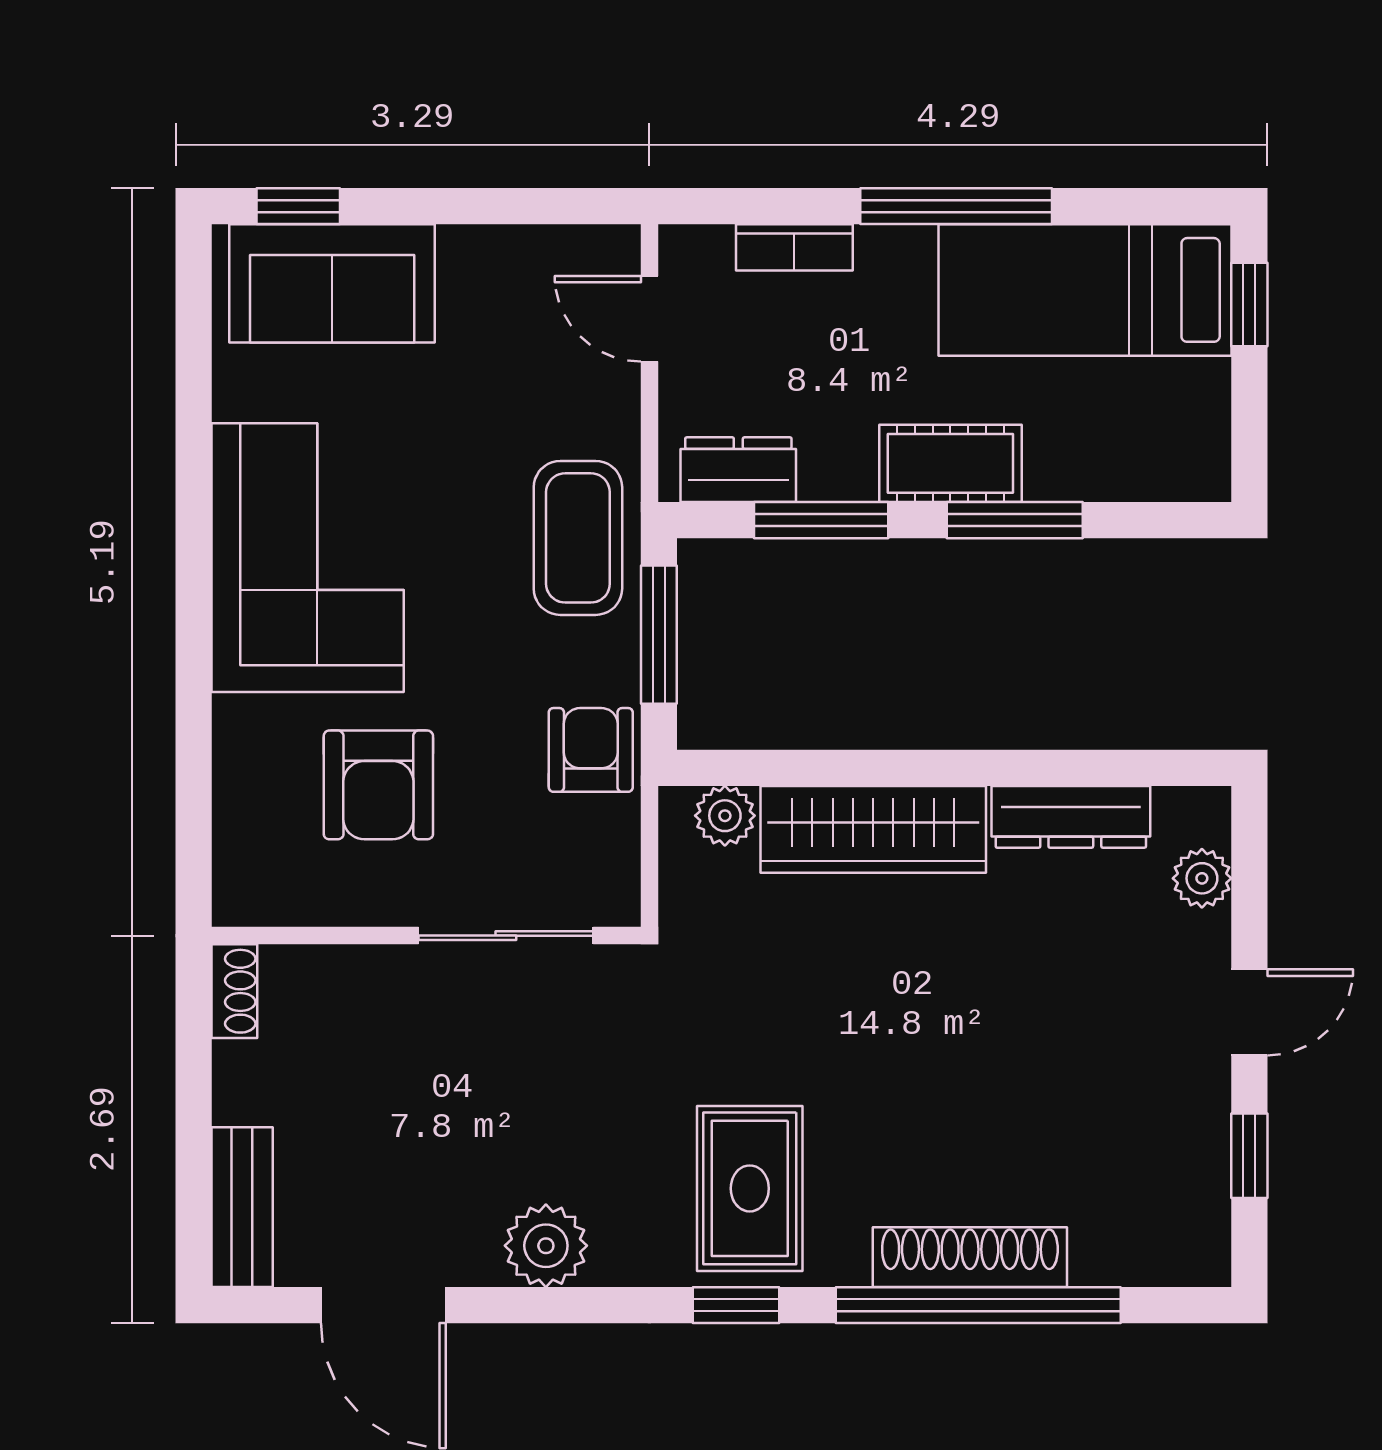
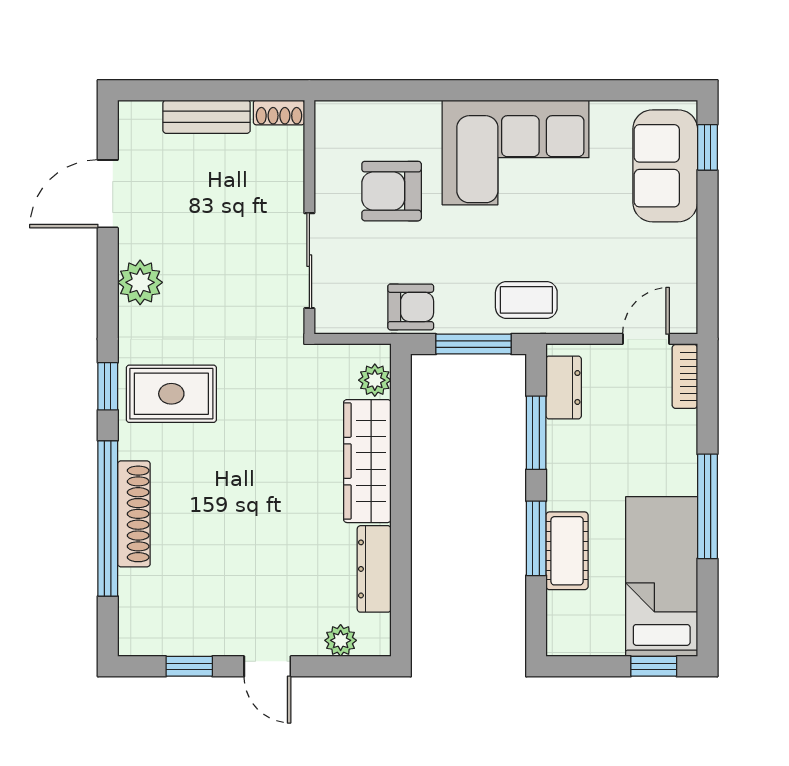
bookcase: (794, 247) -> (685, 376), moved
cot: (950, 463) -> (567, 551), moved
coffee table: (578, 538) -> (526, 300), width x0.73, depth x0.77
bench: (242, 1207) -> (207, 117), moved

